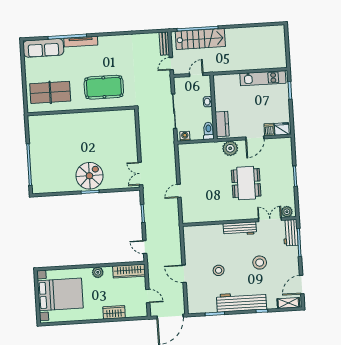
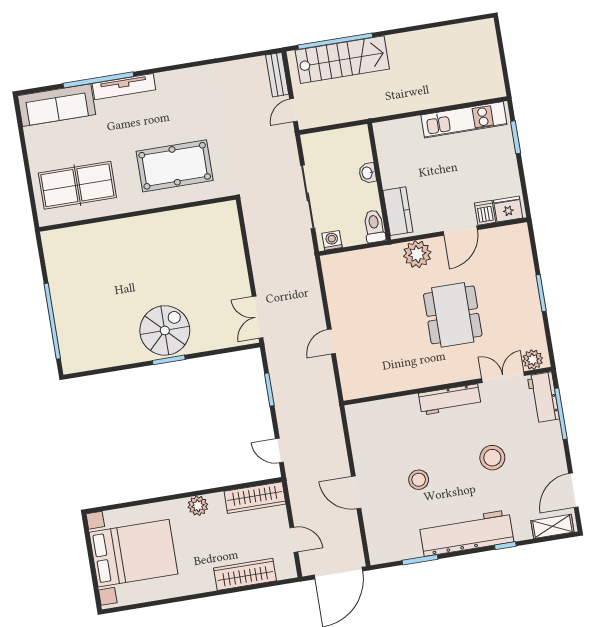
door: (196, 75) -> (341, 126), removed
wardrobe: (114, 312) -> (245, 574), width x1.50

